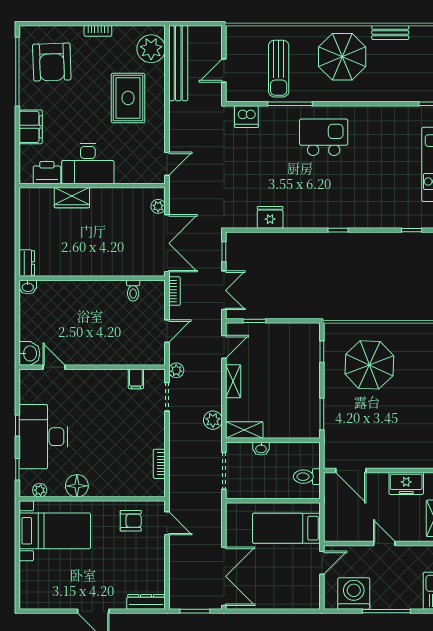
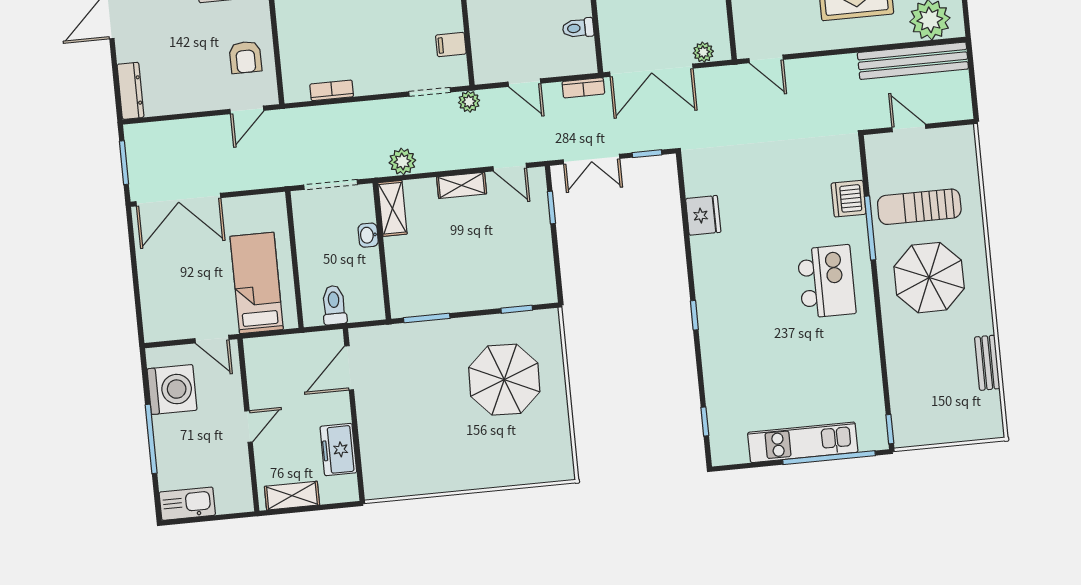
parasol: (342, 57) -> (929, 278), moved
dishwasher: (246, 117) -> (849, 199), moved

